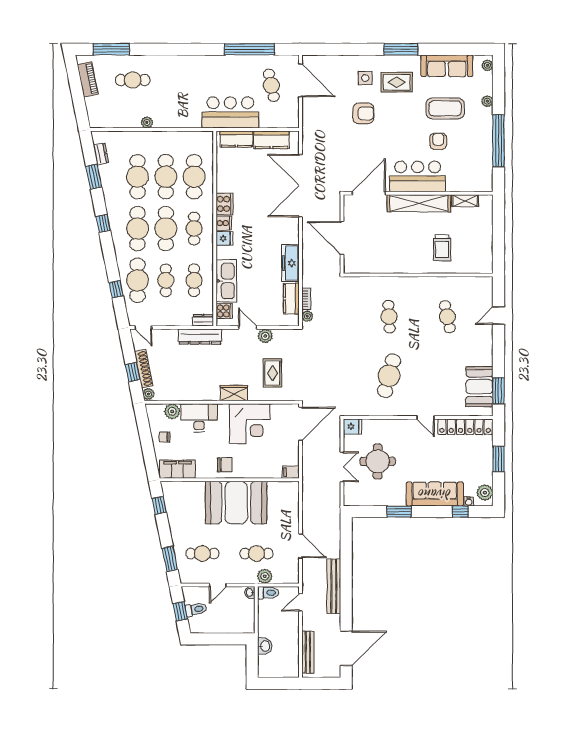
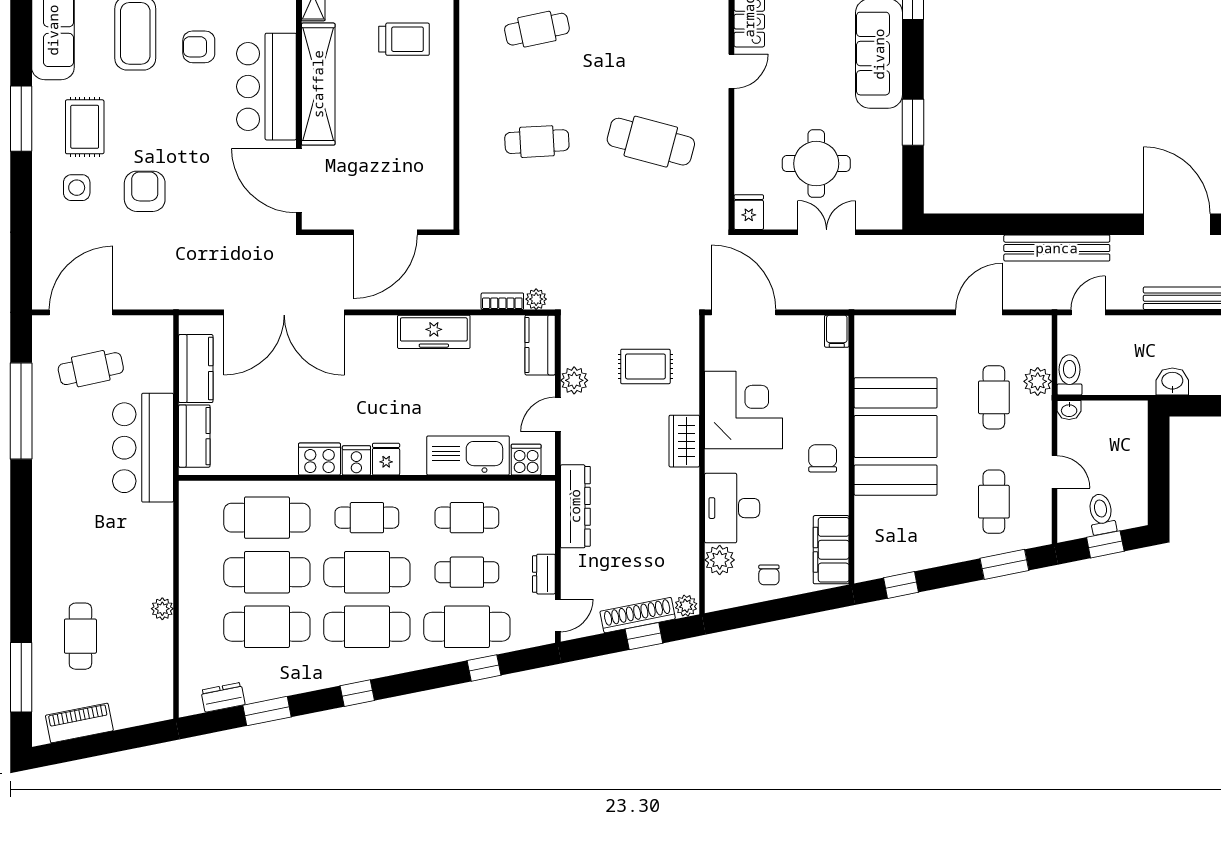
kitchen counter: (291, 299) -> (540, 345), moved, turned 90
dresser: (203, 320) -> (544, 574), moved
door: (301, 602) -> (1088, 312), swing flipped

